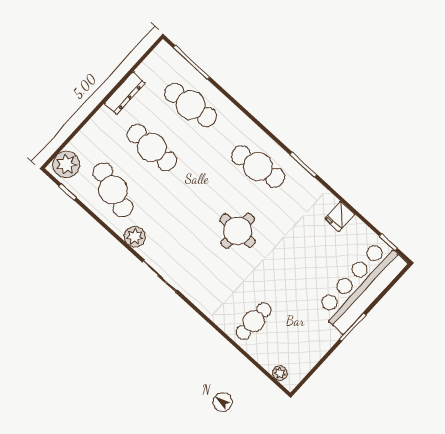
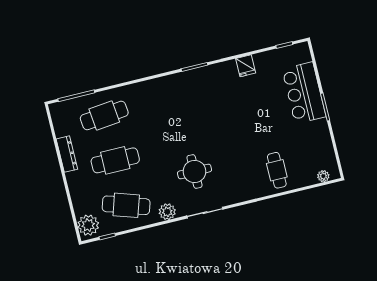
cafe table: (258, 167) -> (176, 98), removed
round table: (238, 231) -> (195, 171), moved
bar counter: (361, 286) -> (304, 93), width x0.73

